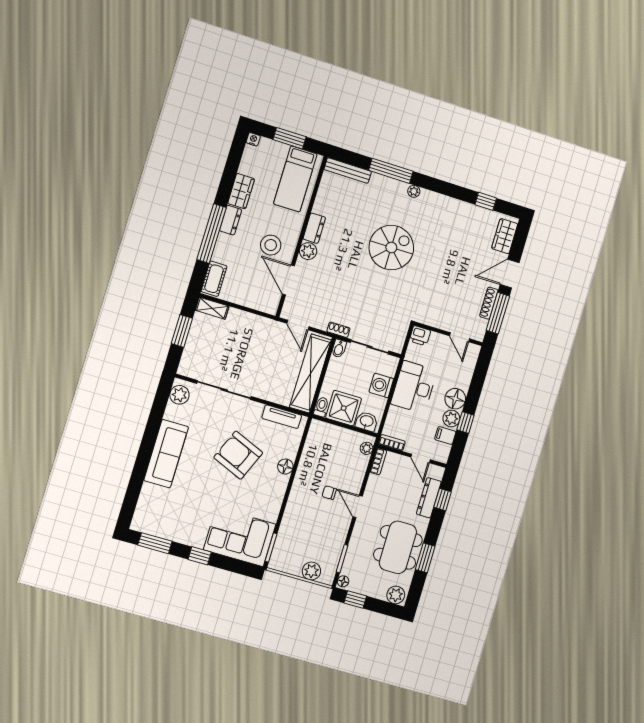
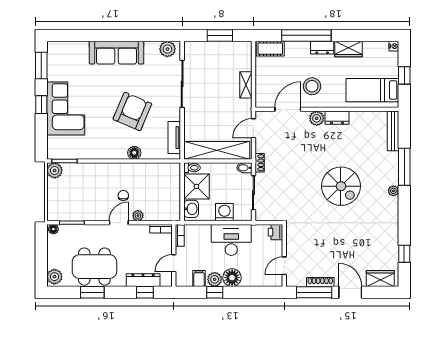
window: (290, 138) -> (404, 75), width x0.67
shelving: (212, 308) -> (246, 85), moved
plant: (367, 448) -> (138, 216), moved
corner sofa: (240, 537) -> (66, 108), moved
plant: (311, 571) -> (55, 170), moved
window: (355, 600) -> (41, 244), removed

